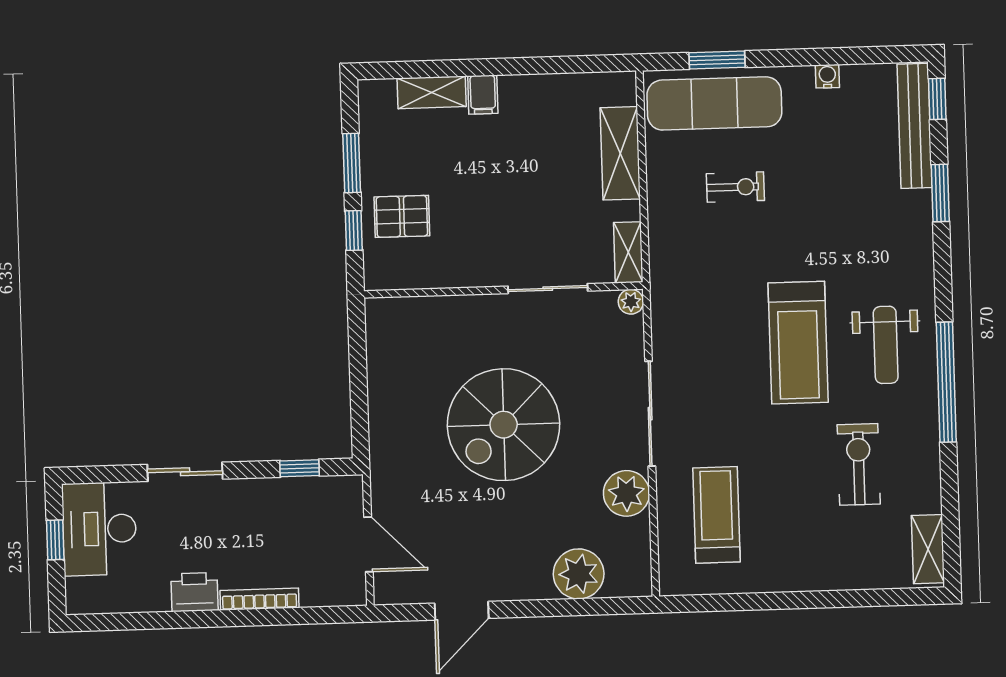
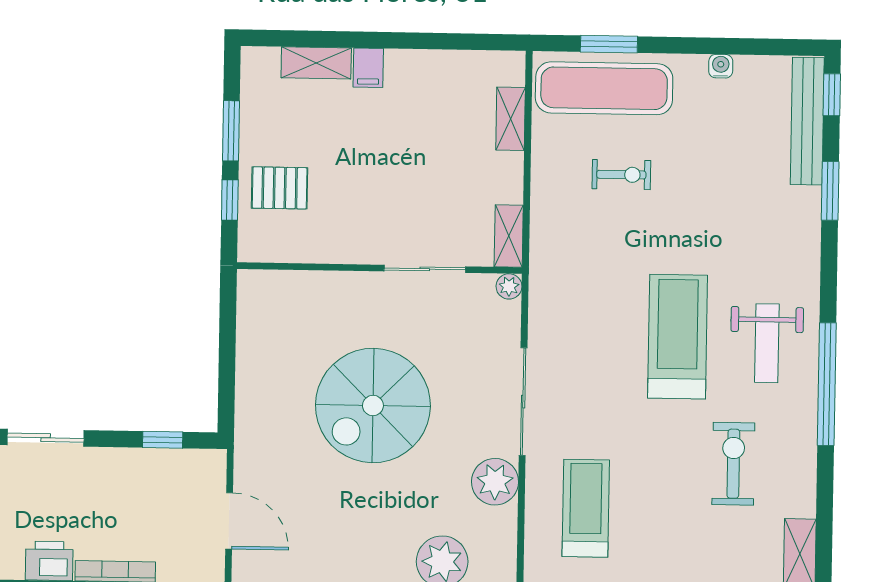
shelving: (620, 153) -> (511, 119), width x0.67, depth x0.75
treadmill: (798, 343) -> (678, 337), turned 180

